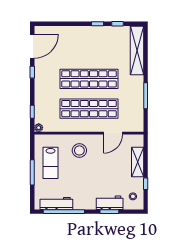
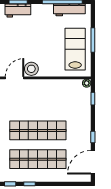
shop shelf: (89, 109) -> (38, 159), moved
stool: (79, 150) -> (31, 69), moved
lab bench: (51, 163) -> (75, 49), width x1.36, depth x1.39

